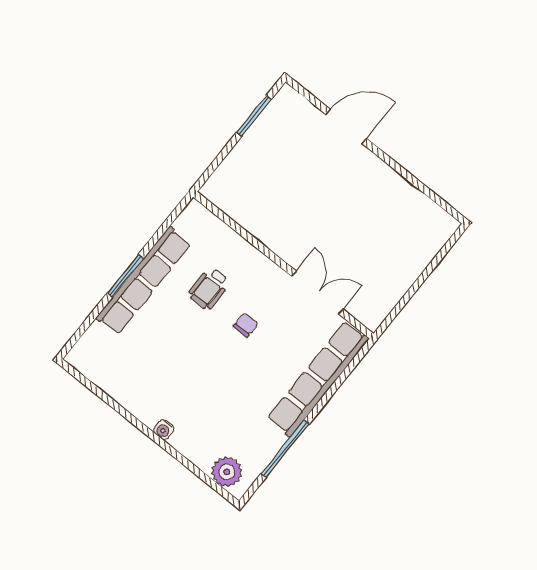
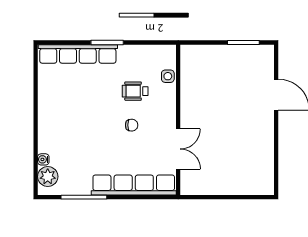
side table: (222, 236) -> (168, 76), added
row of seats: (143, 281) -> (78, 54), moved
water cooler: (164, 430) -> (43, 159), moved

